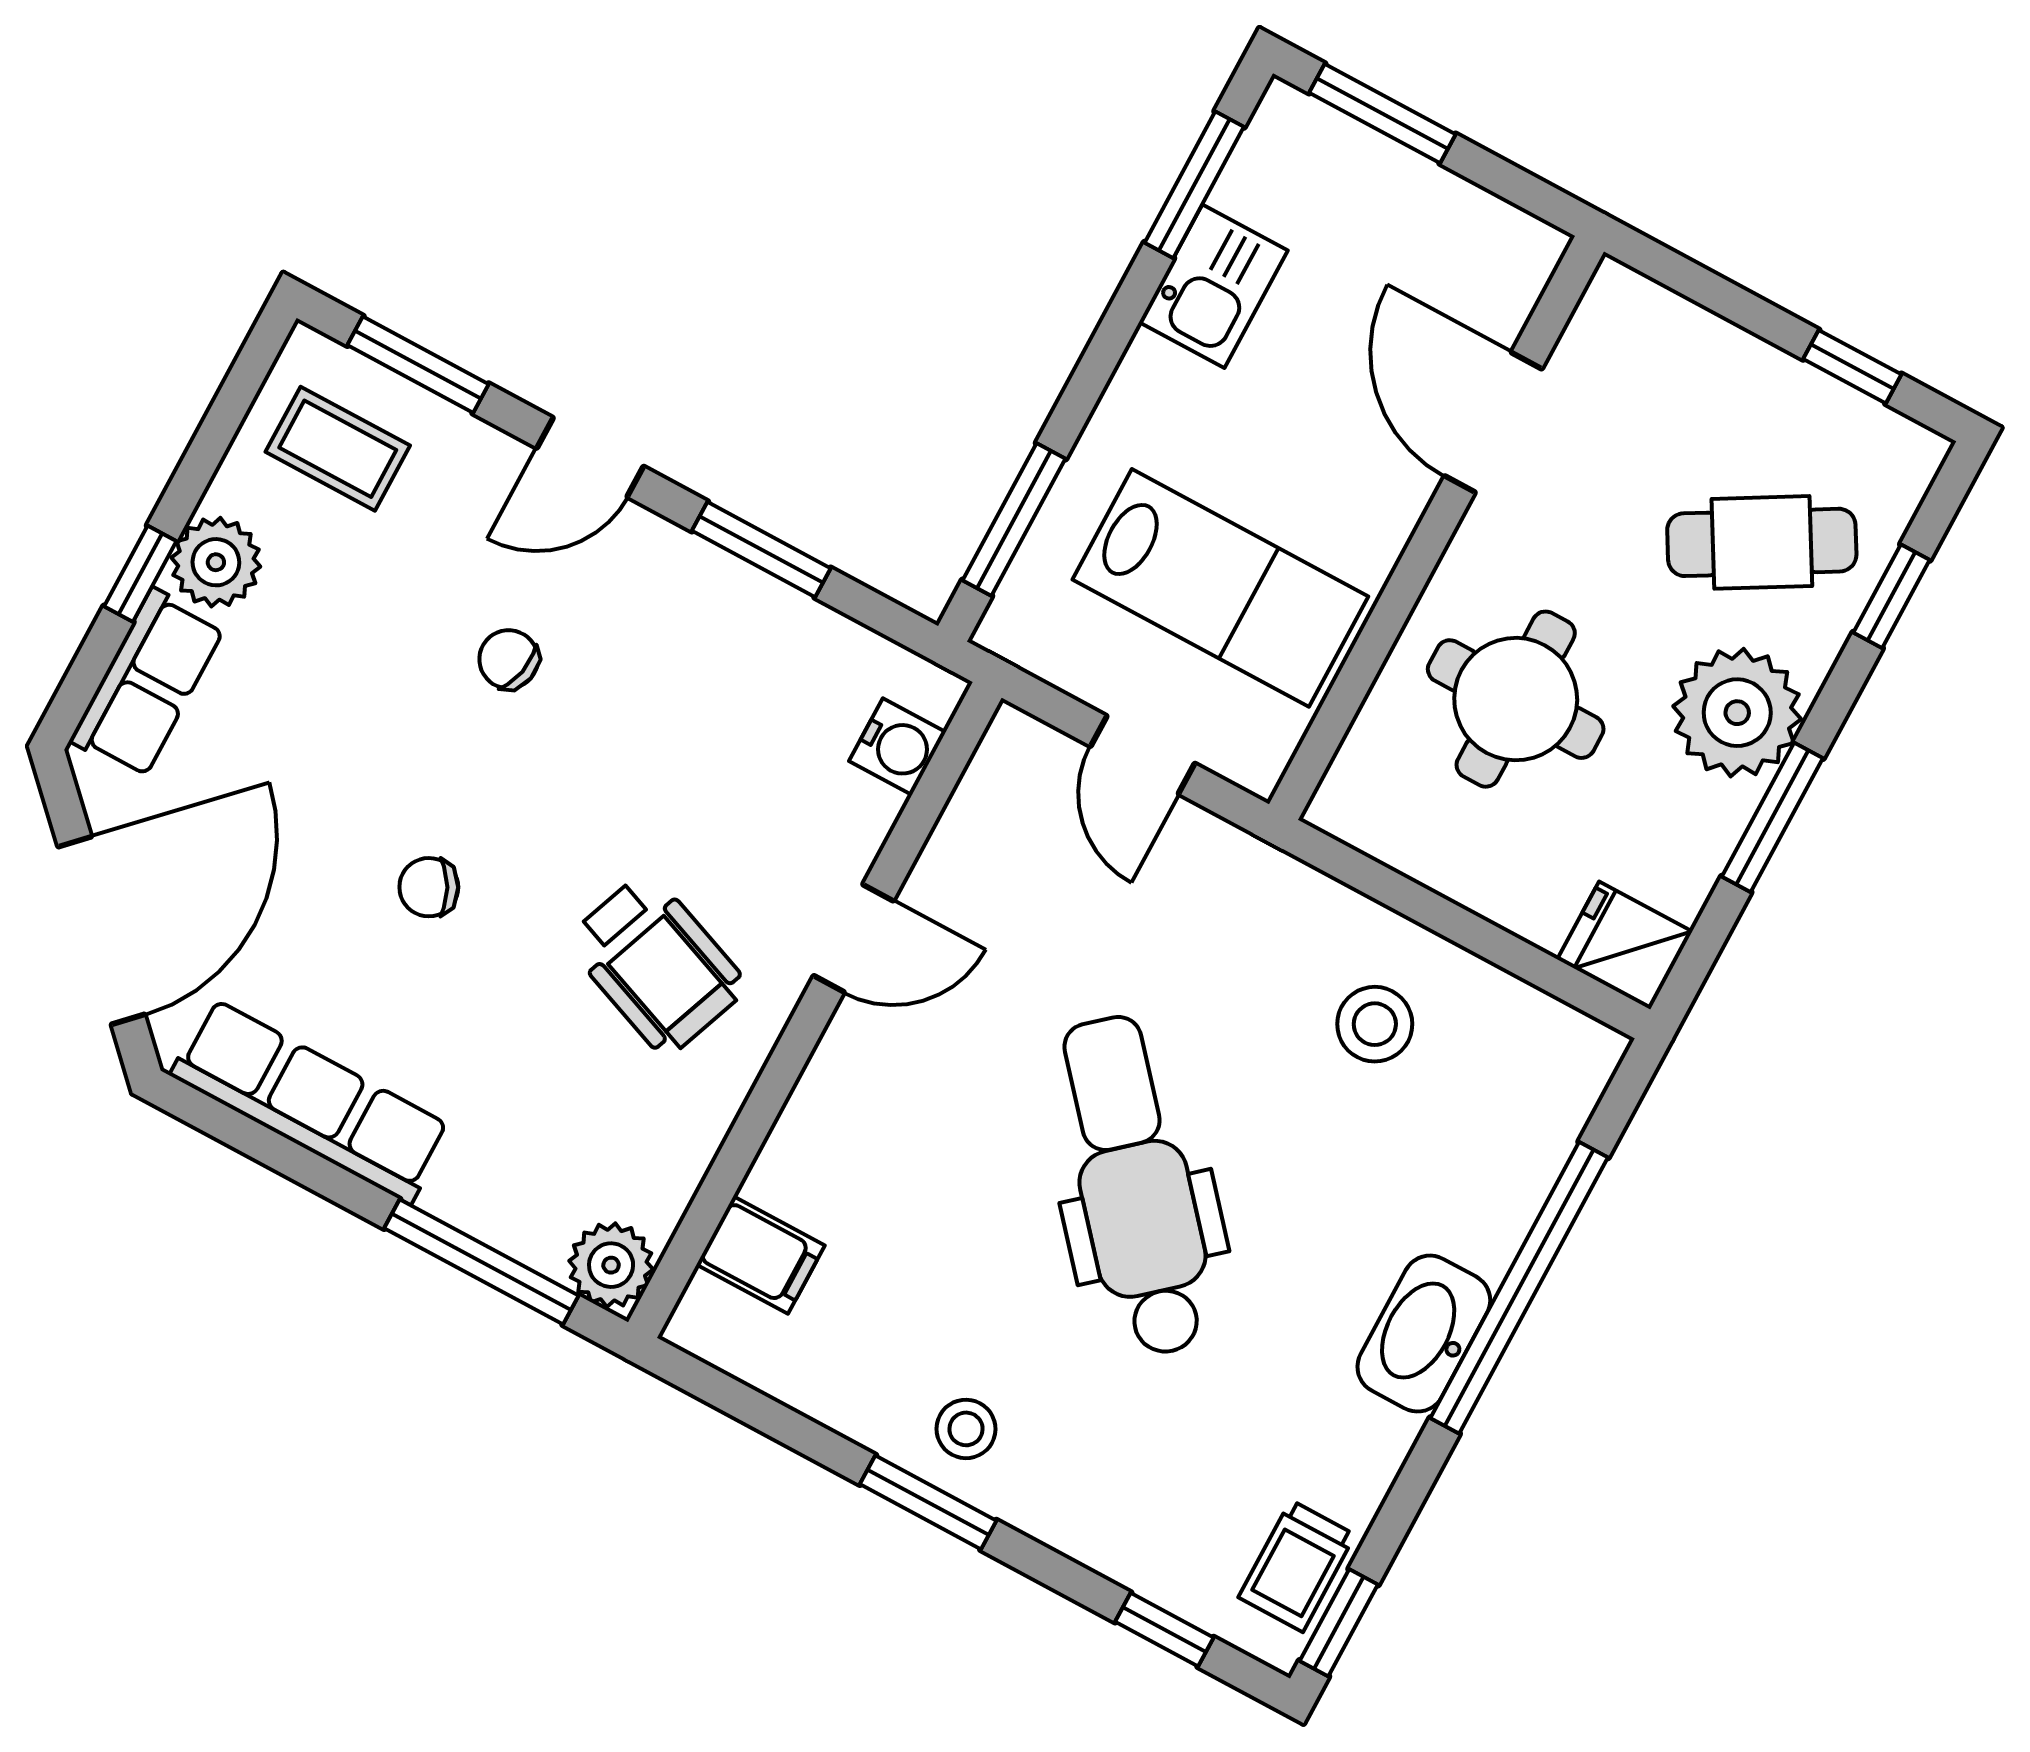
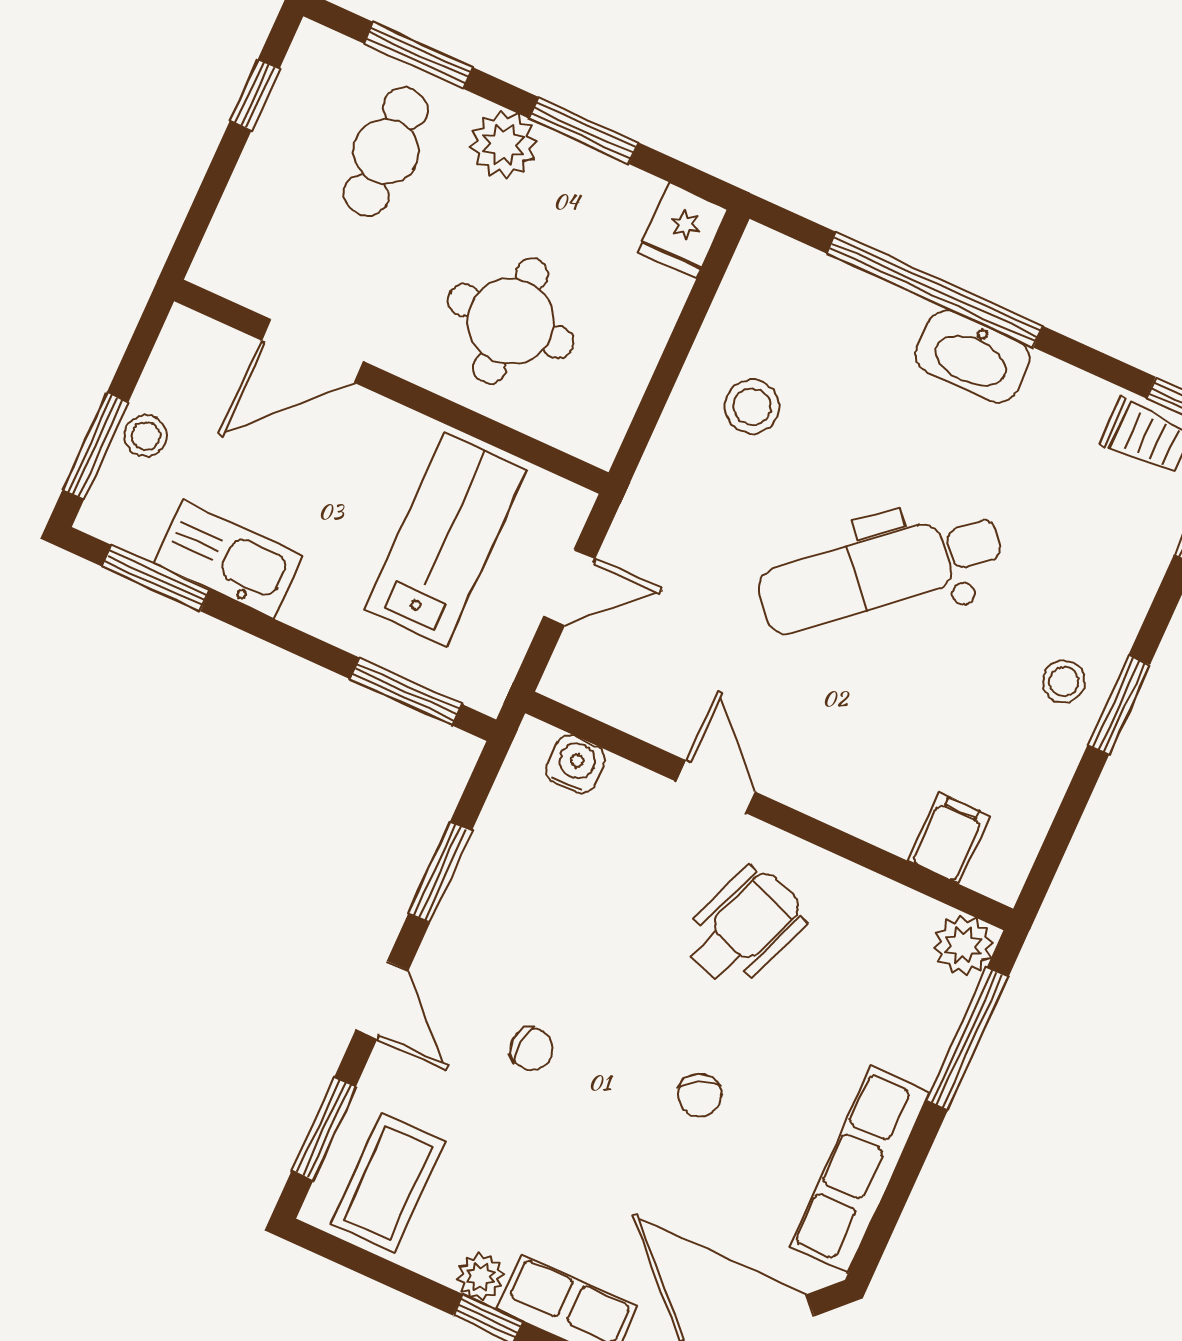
stool: (1392, 184) -> (146, 436), added
kitchen sink: (1213, 286) -> (228, 559), width x1.38
coffee table: (338, 449) -> (388, 1182), width x1.36, depth x1.30
cafe table: (1762, 542) -> (386, 151), turned 30
plant: (216, 562) -> (480, 1276), width x0.73, depth x0.73
window: (1891, 596) -> (418, 55), width x1.50
chair: (509, 659) -> (532, 1049), turned -97
plant: (1737, 713) -> (504, 144), width x0.73, depth x0.73

